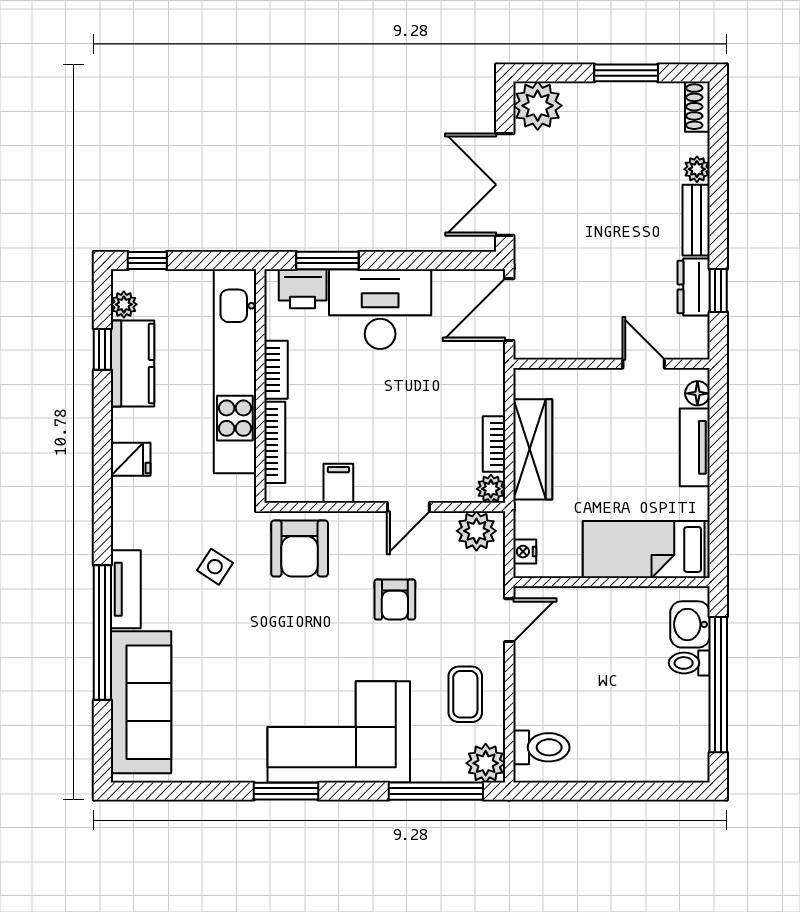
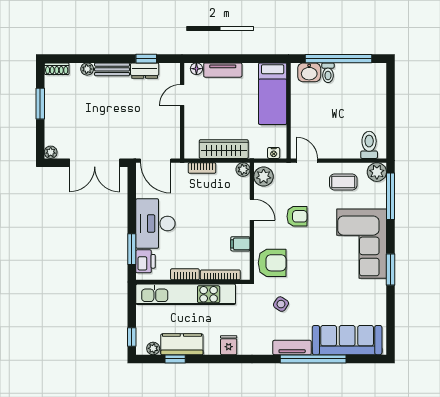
plant: (538, 106) -> (51, 152), width x0.53, depth x0.53
bookcase: (494, 444) -> (202, 168), moved

